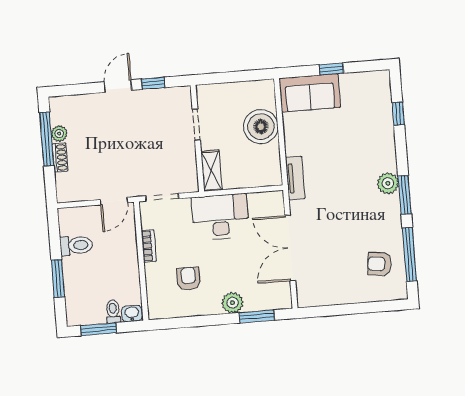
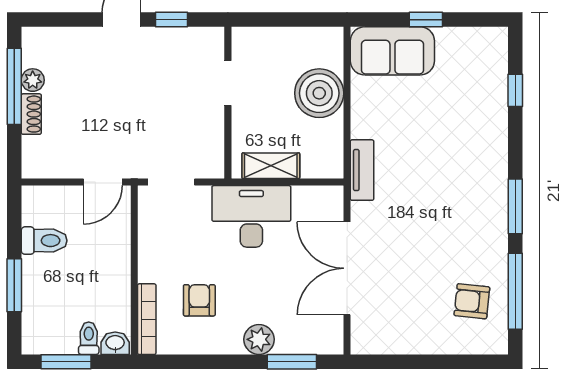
shelving: (211, 171) -> (271, 166), moved, turned 90
plant: (388, 183) -> (493, 188), removed
bookcase: (149, 246) -> (147, 319), moved, width x1.56

